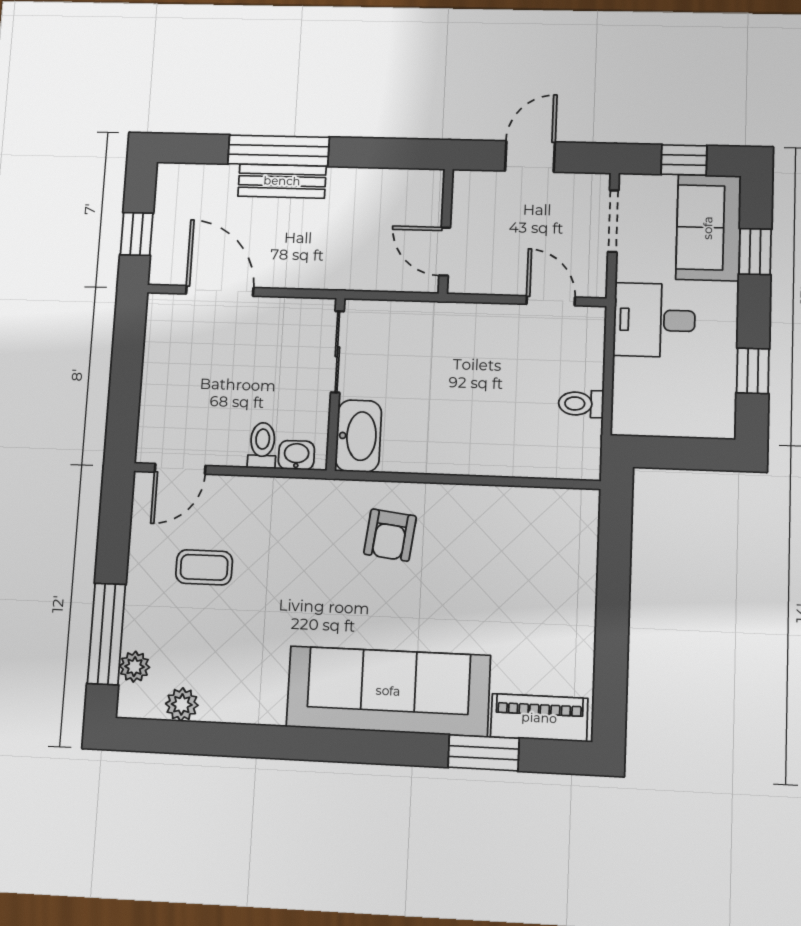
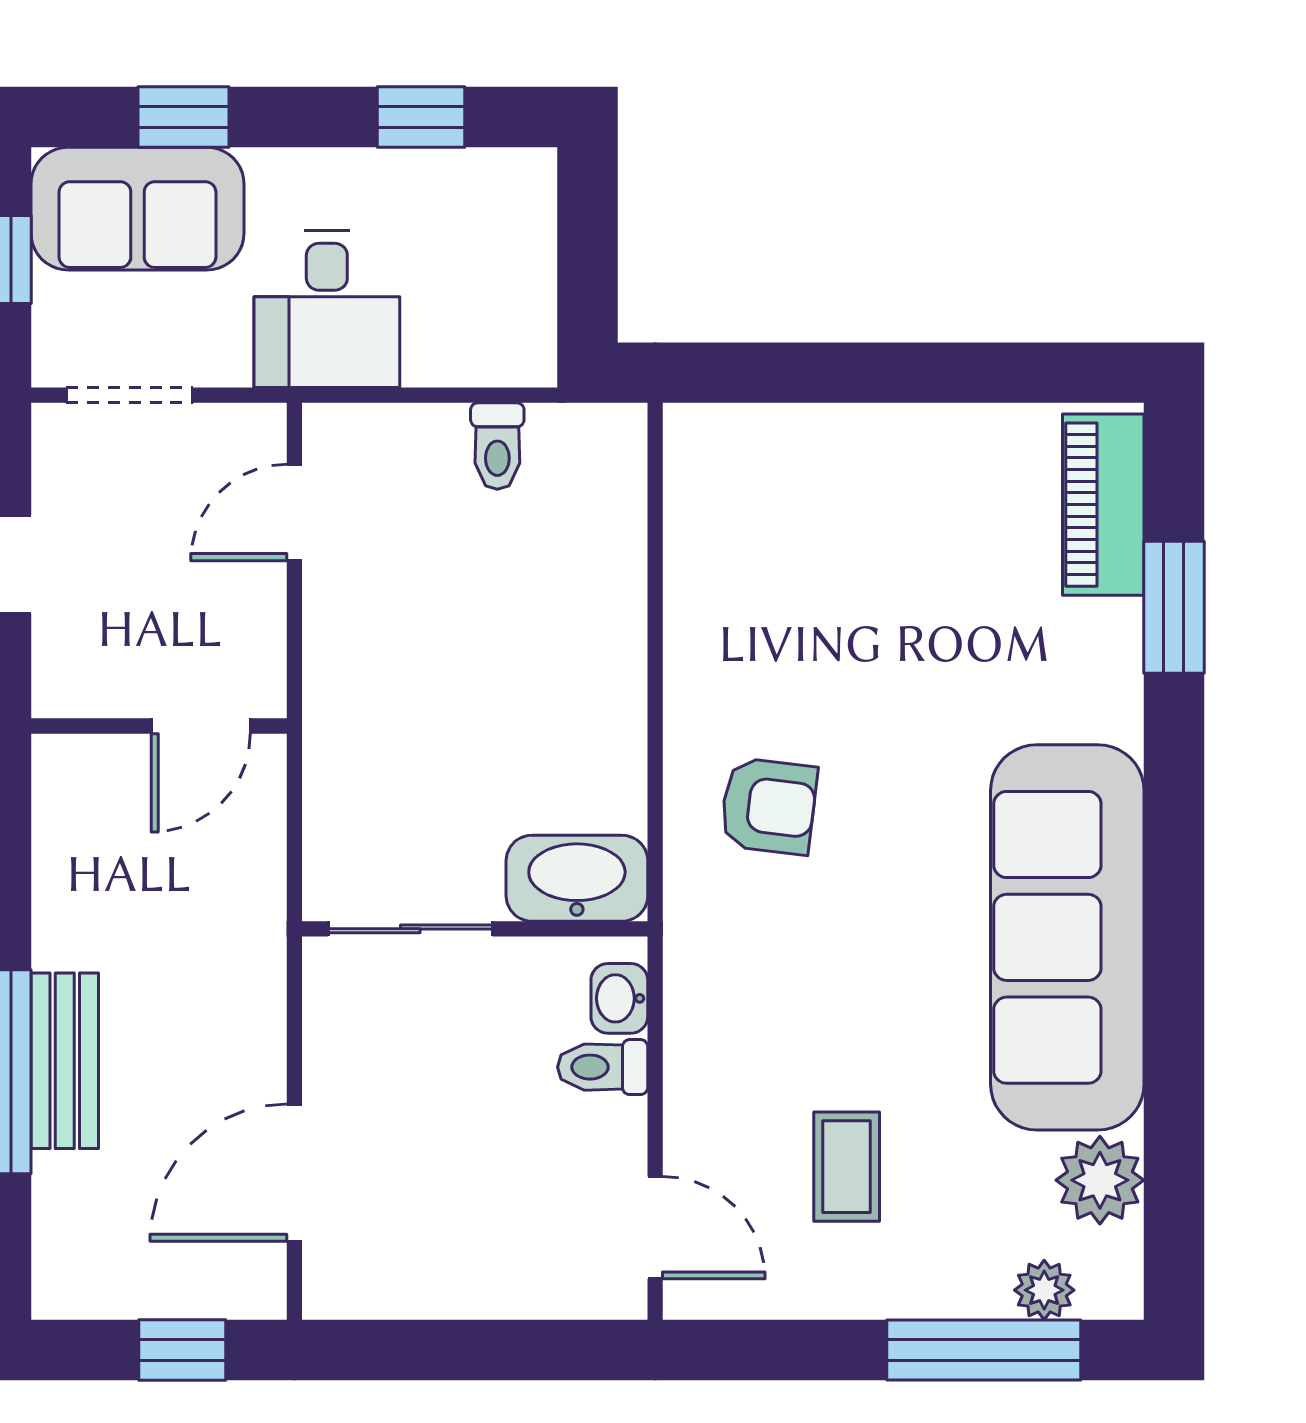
sofa: (388, 691) -> (1067, 937), moved
plant: (182, 704) -> (1100, 1180), width x1.38, depth x1.38

